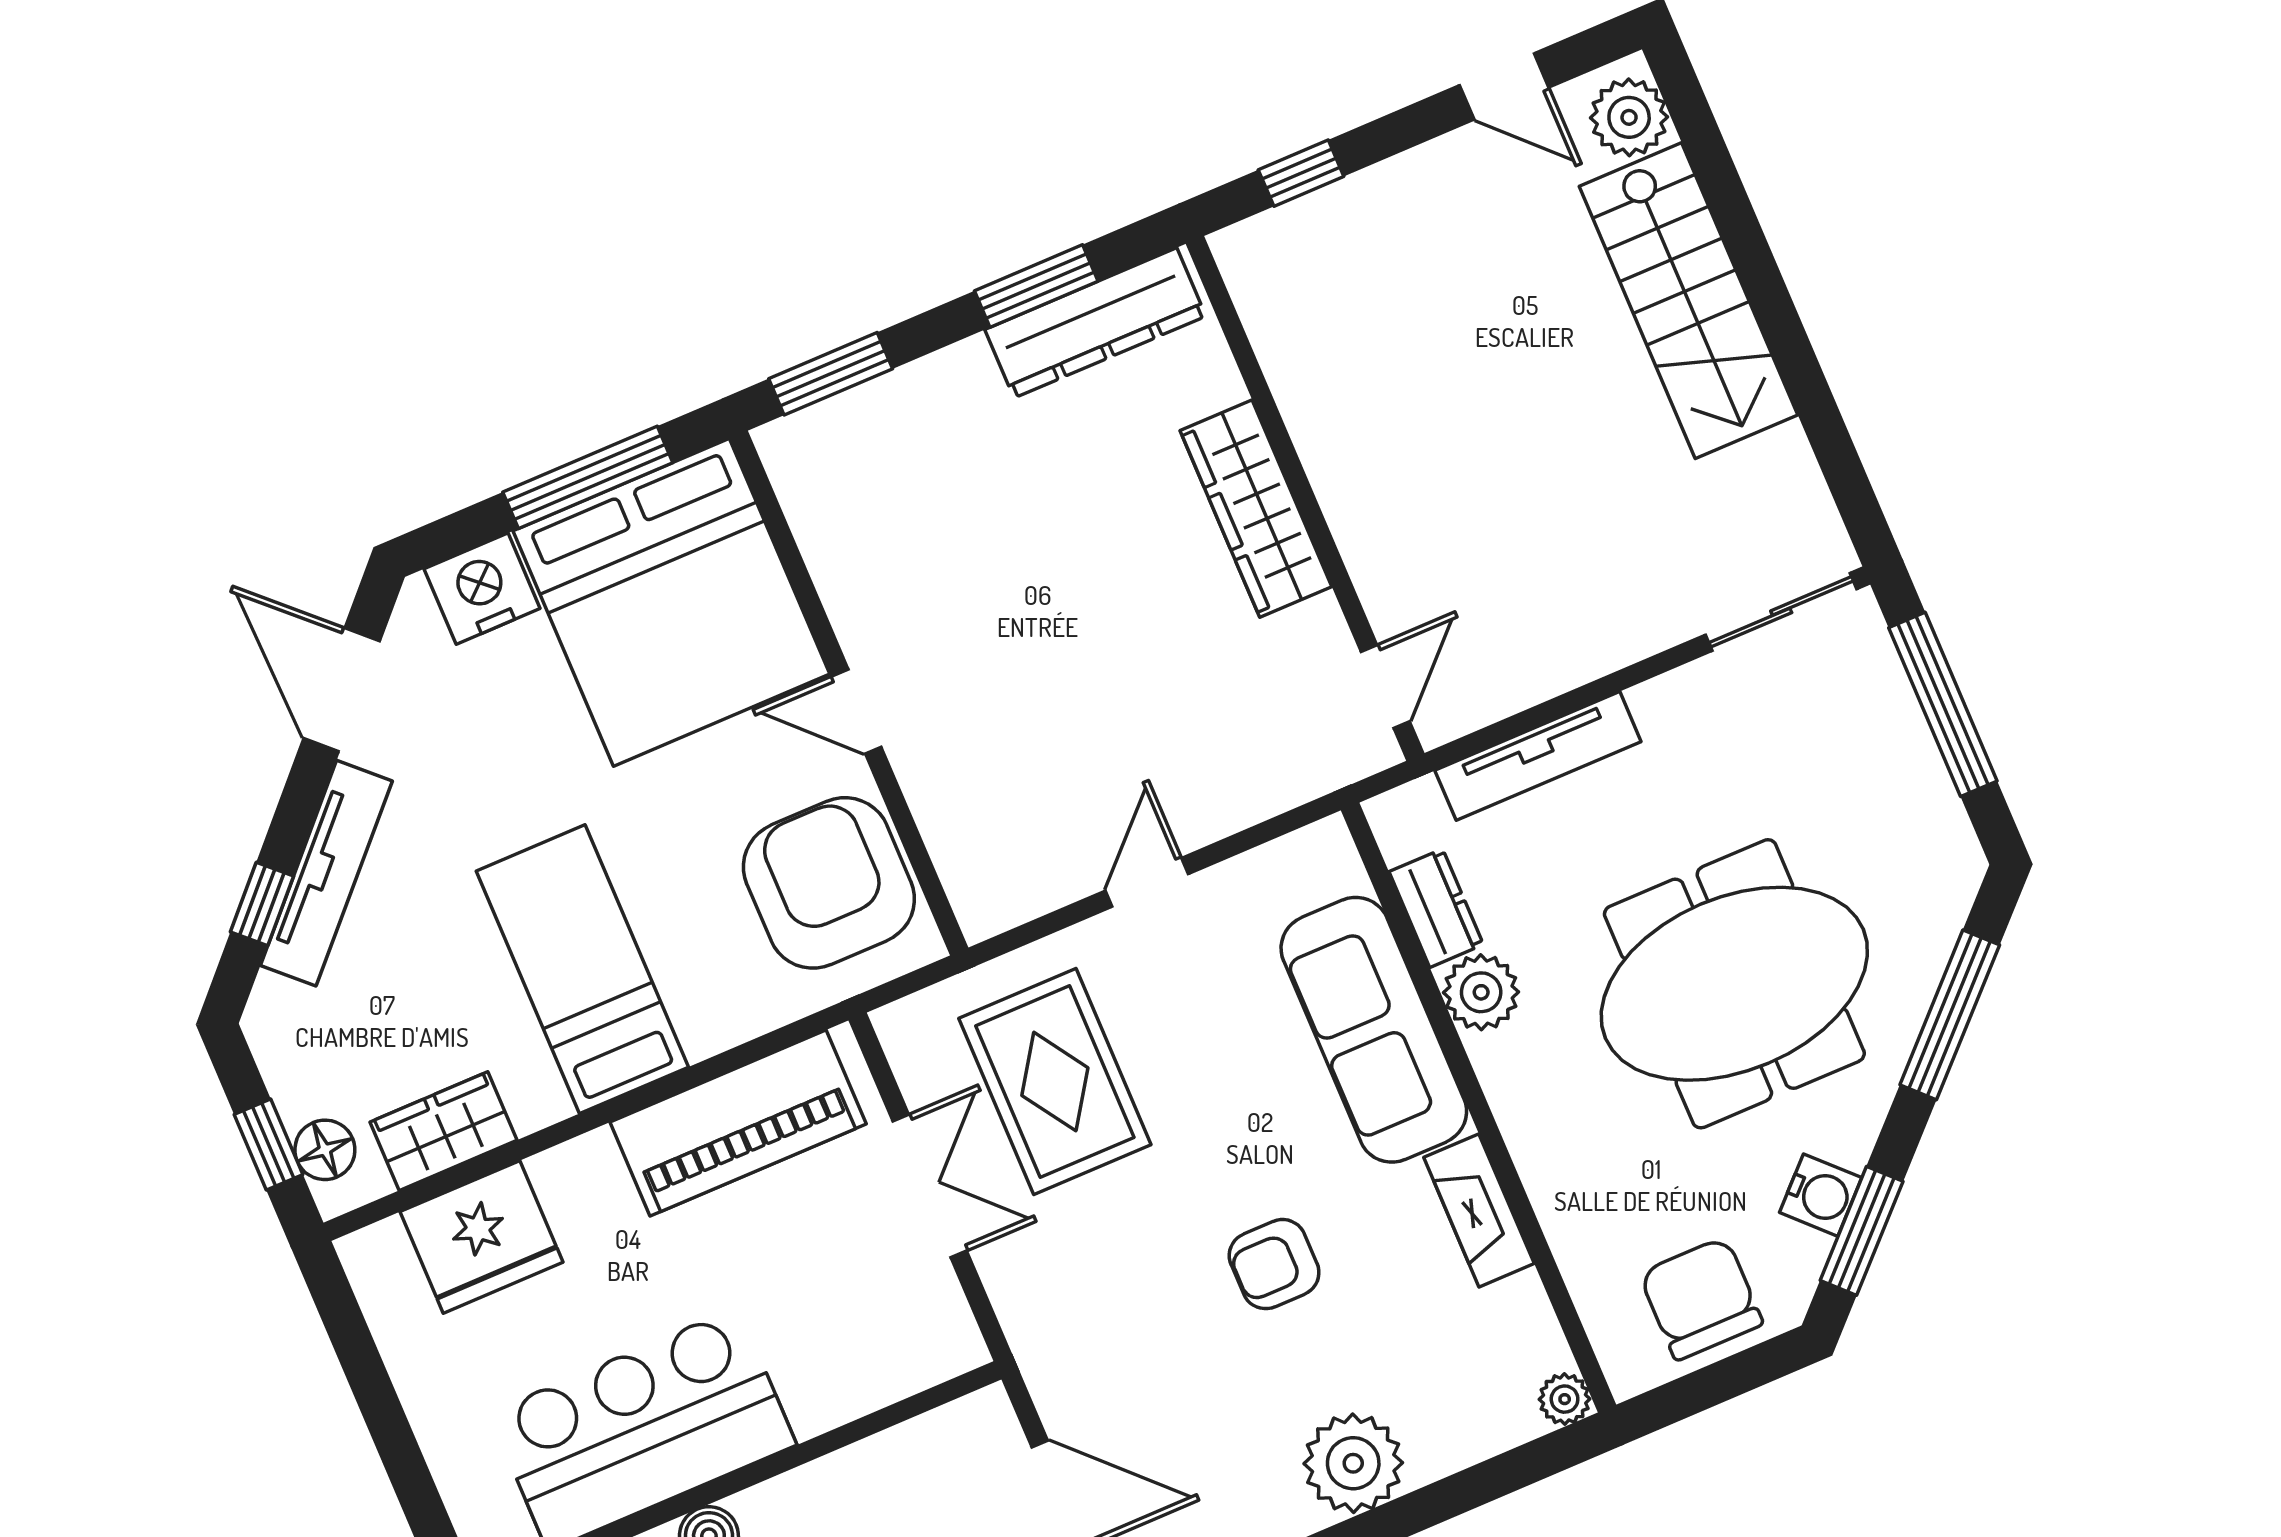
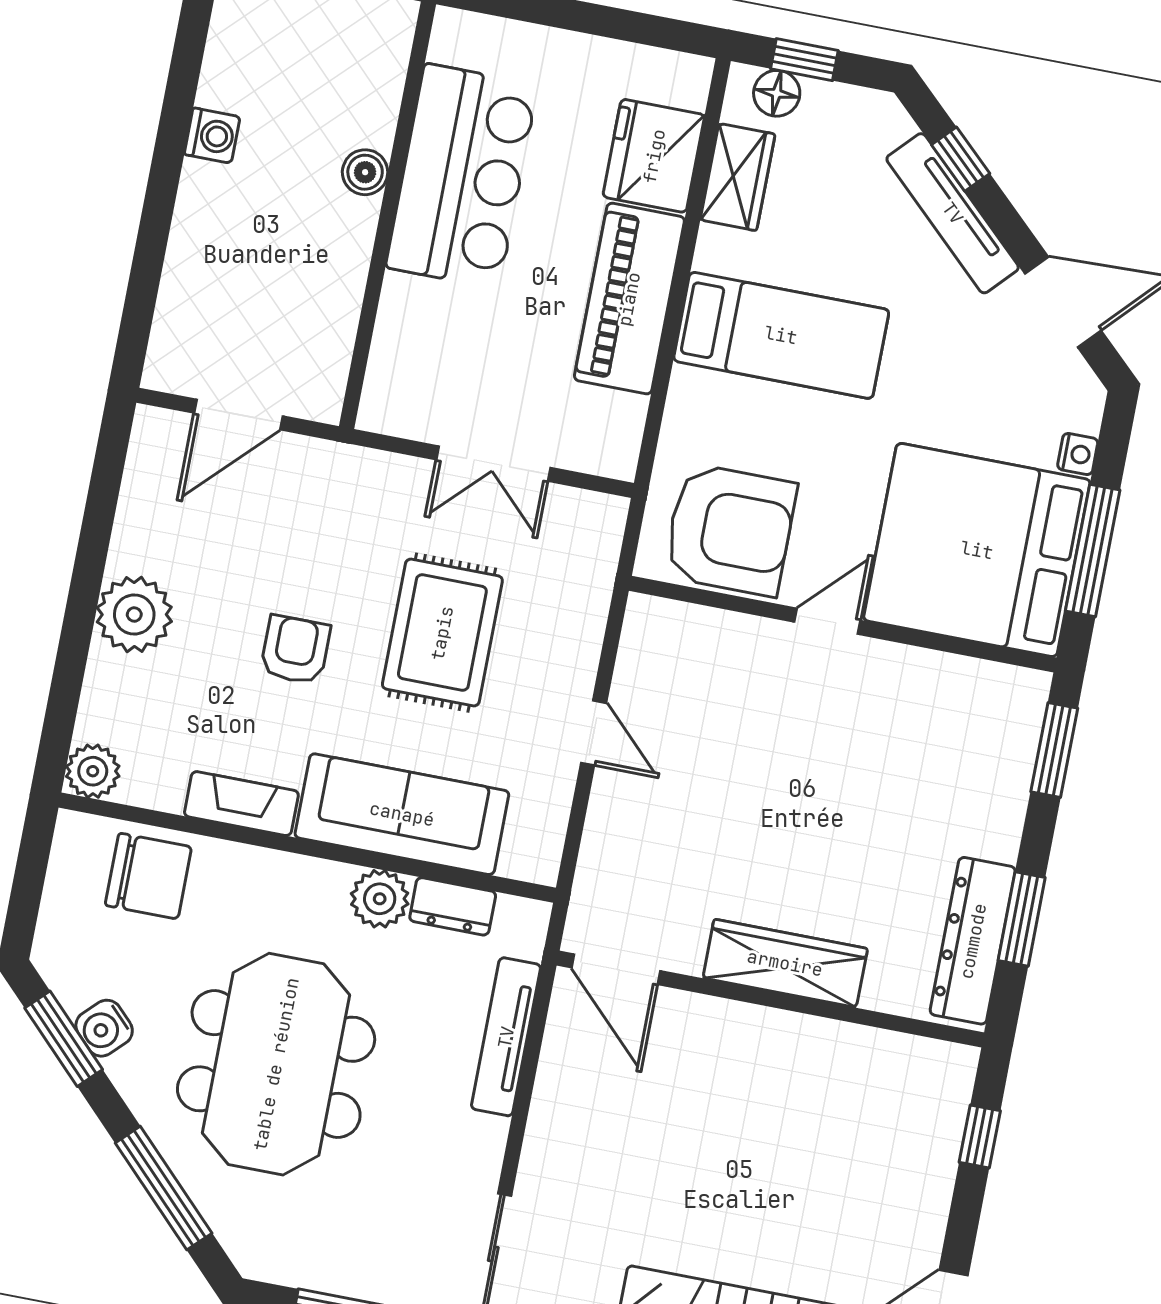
nightstand: (482, 589) -> (1078, 454), width x0.53, depth x0.56
door: (1385, 687) -> (616, 969), width x1.38
rug: (1055, 1082) -> (442, 633), moved, turned 90
piano: (738, 1123) -> (629, 299), moved
chair: (1701, 1299) -> (148, 876), moved
plant: (1565, 1399) -> (93, 771), width x1.38, depth x1.38

